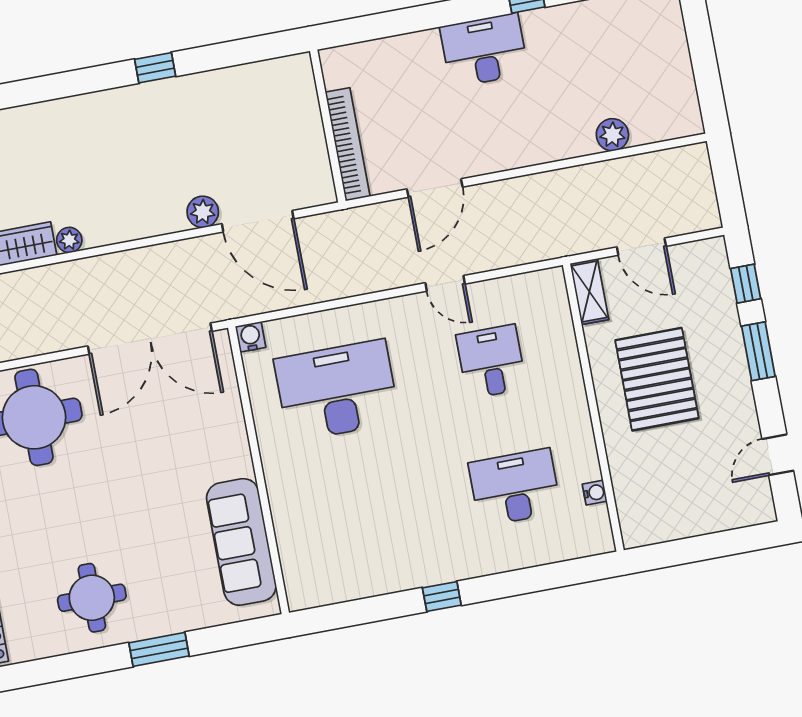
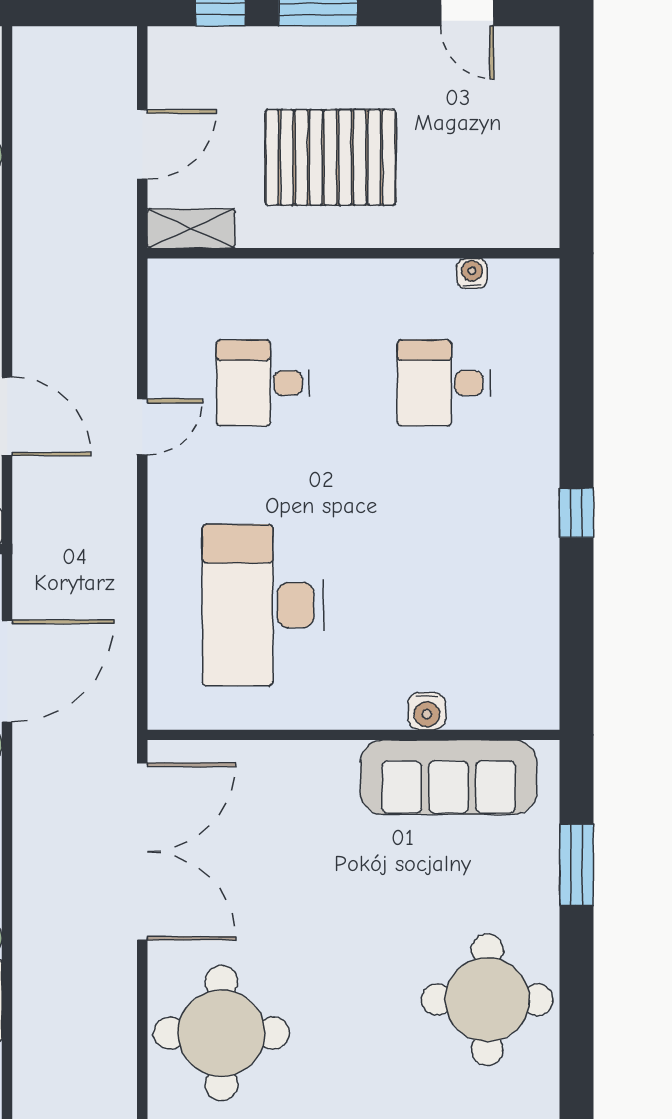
water cooler: (251, 337) -> (427, 711), moved, turned -90
desk: (515, 487) -> (444, 383), width x0.73
round table: (92, 598) -> (487, 1000), width x1.36, depth x1.36
window: (159, 649) -> (576, 865), moved

